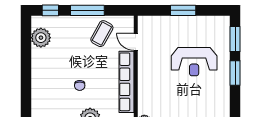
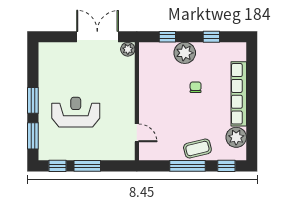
window: (212, 10) -> (57, 166), added
coffee table: (102, 34) -> (197, 148), moved, turned 47
row of seats: (126, 82) -> (239, 94), moved, turned 180

